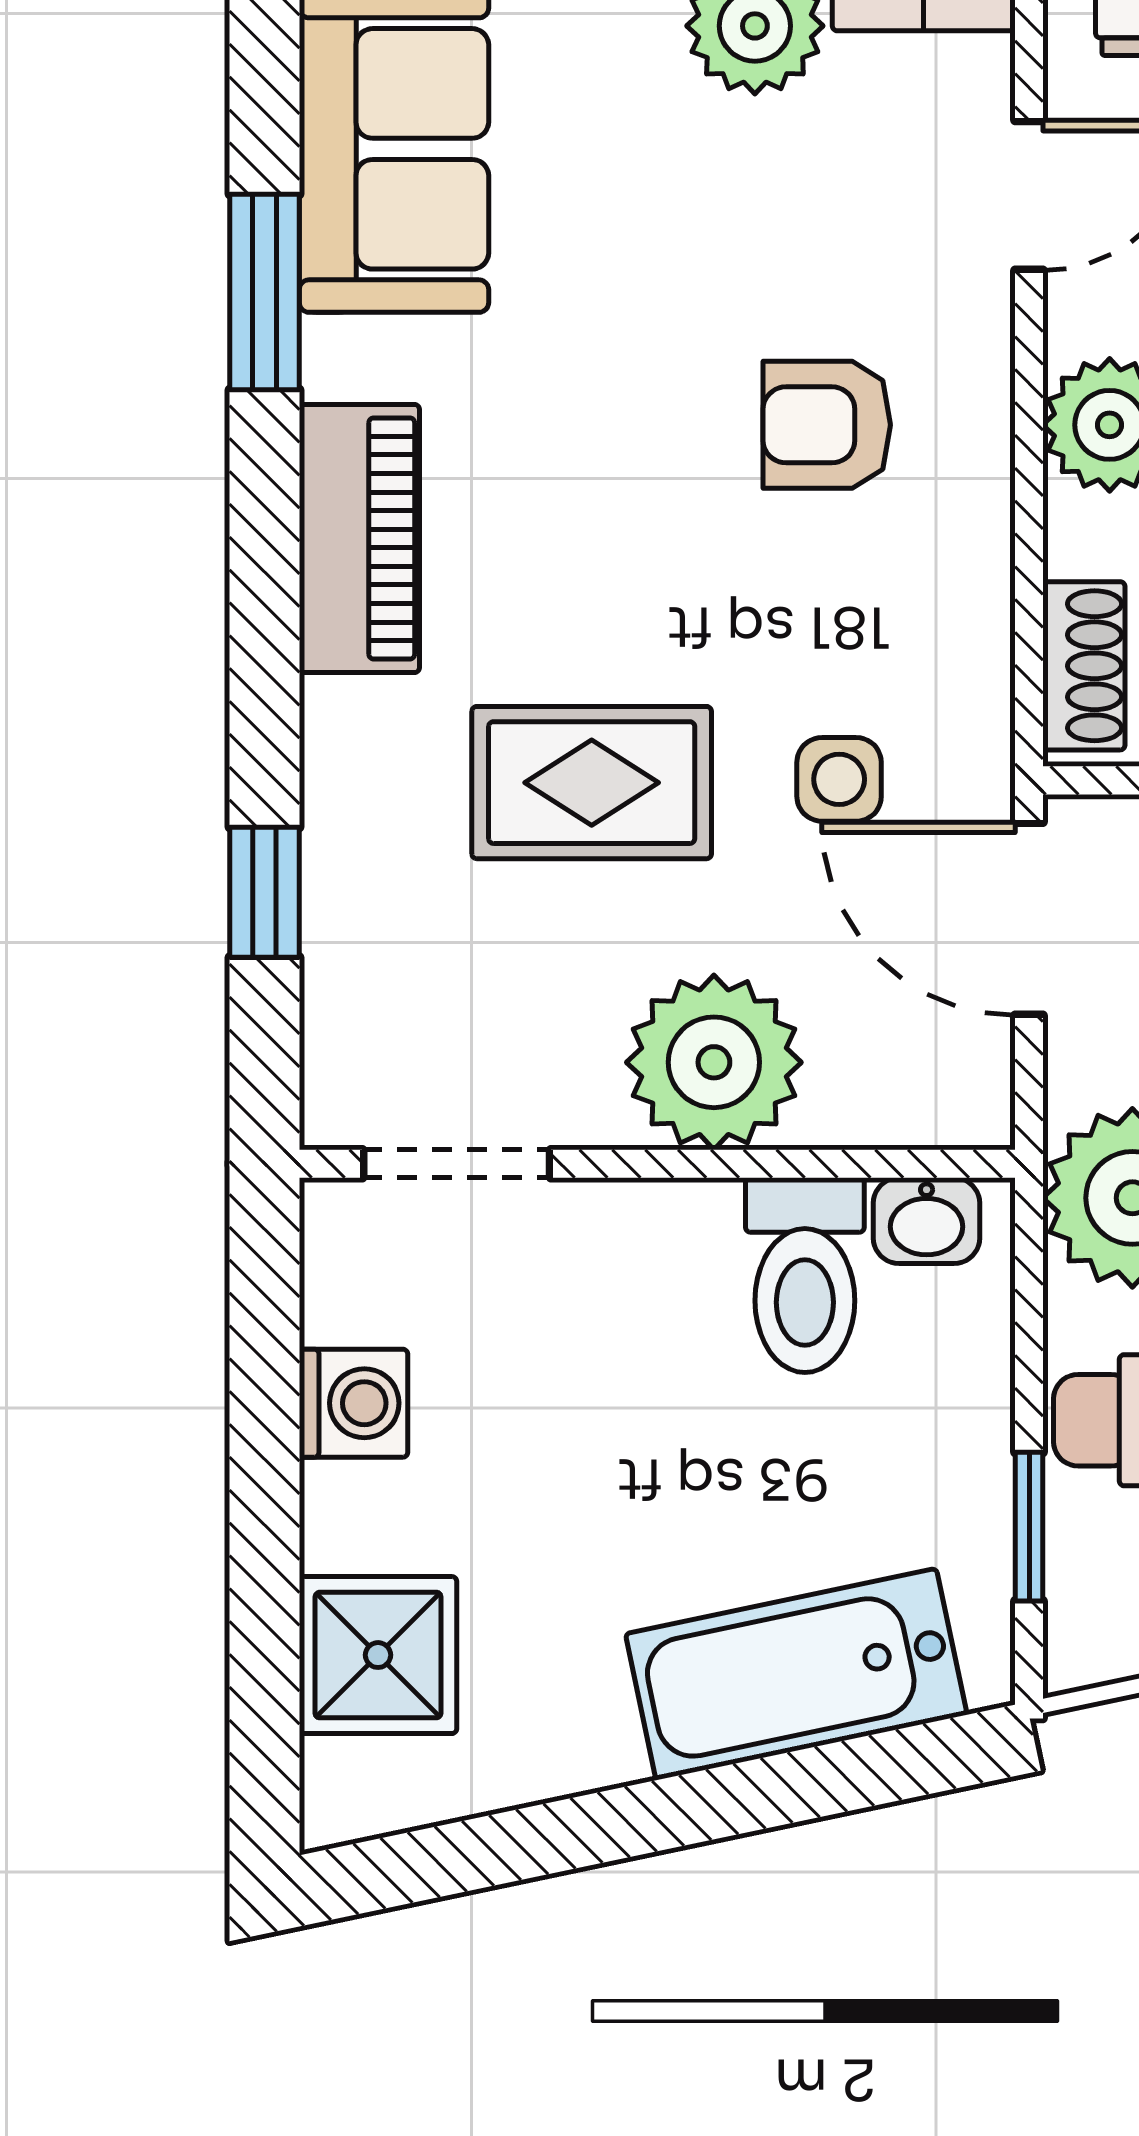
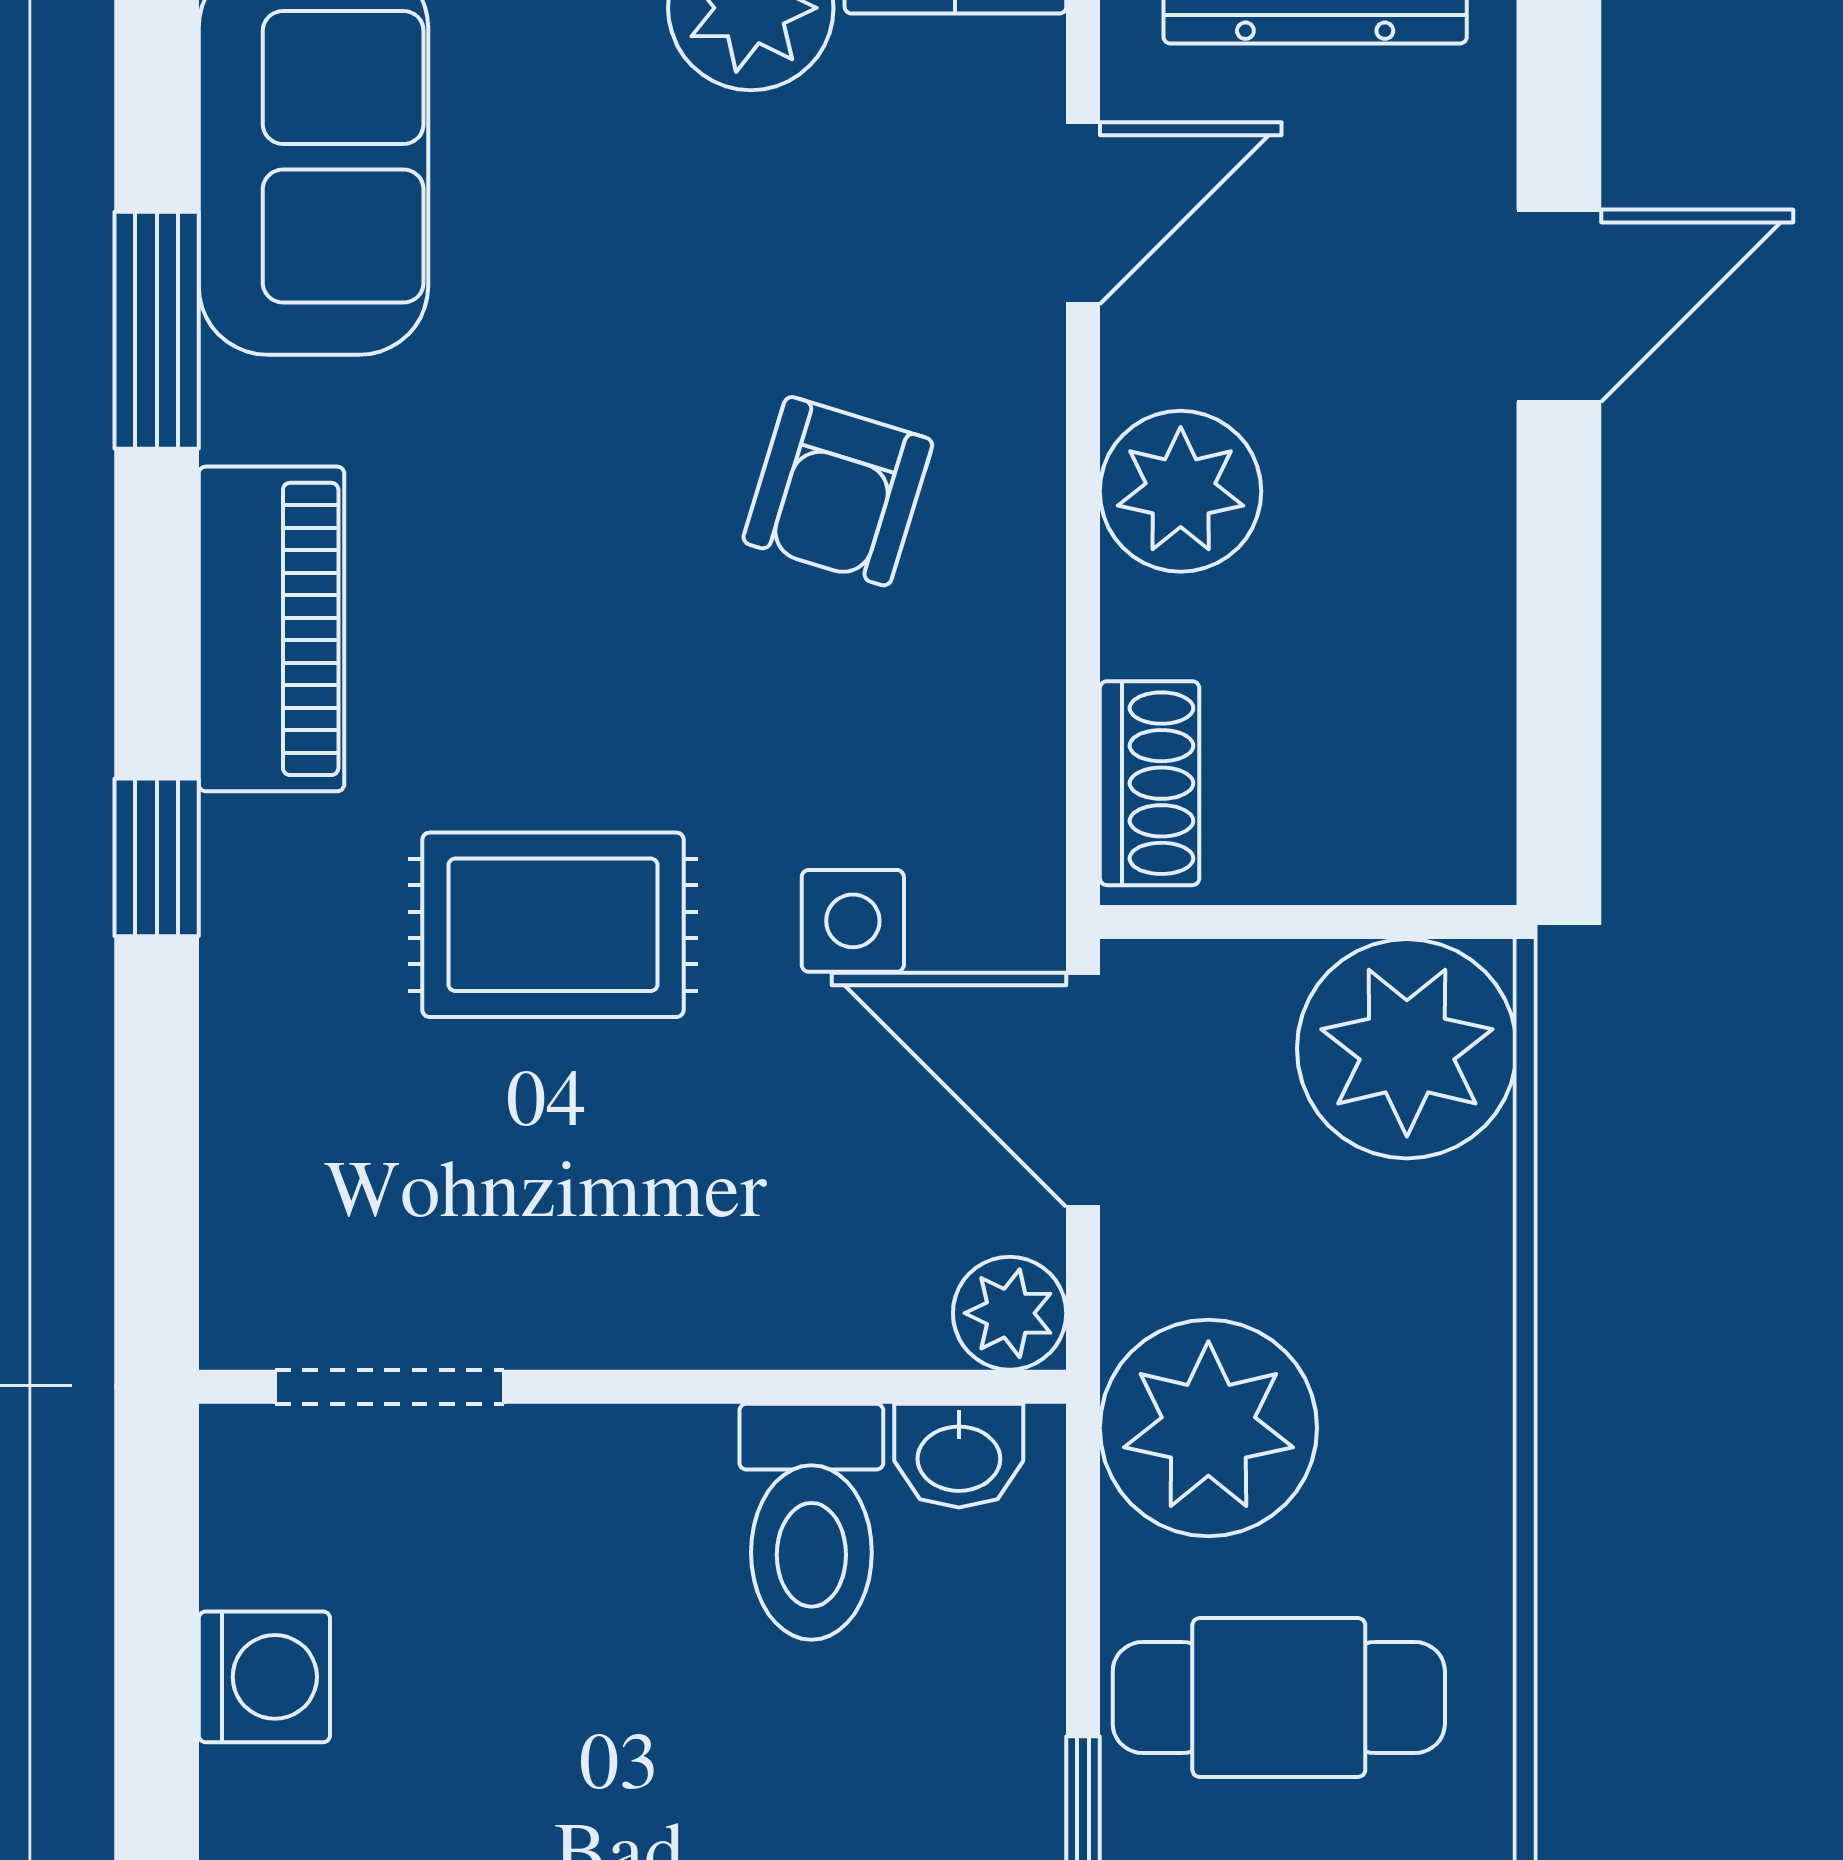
armchair: (827, 425) -> (838, 491), turned -73
window: (265, 892) -> (157, 857), moved
plant: (714, 1062) -> (1010, 1313), moved, width x0.53, depth x0.53

